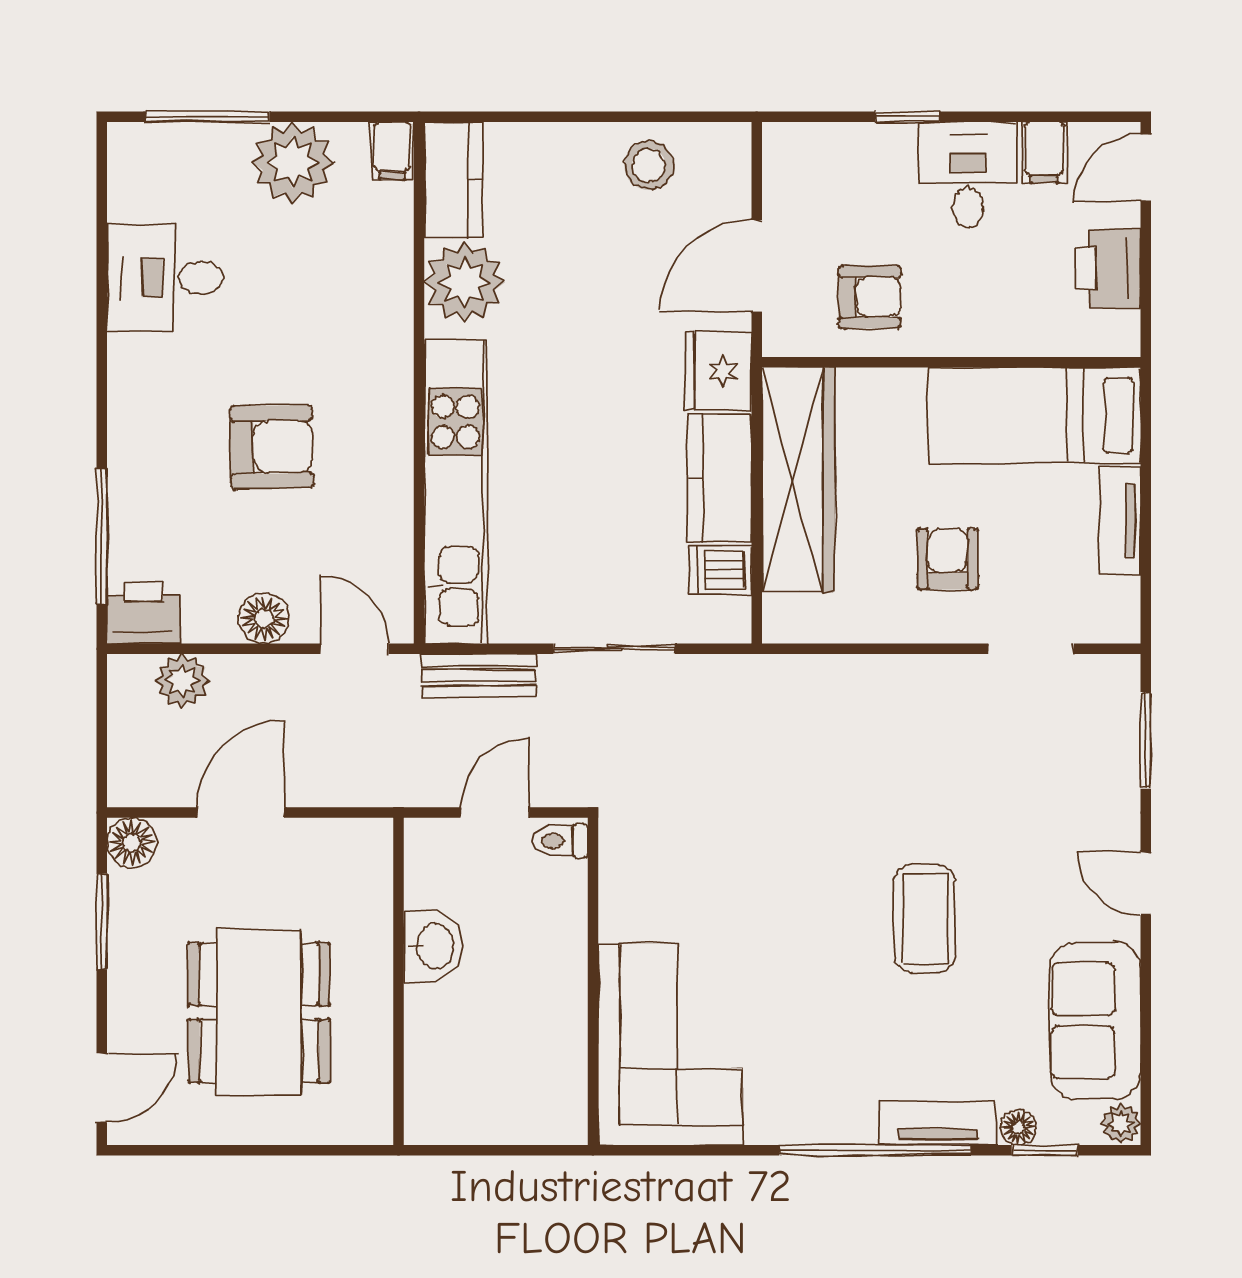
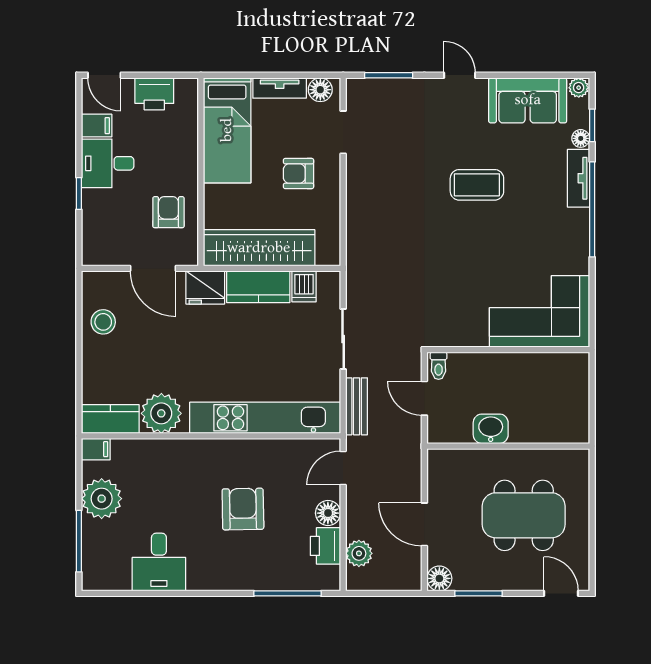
floor lamp: (1117, 603) -> (320, 90), added
printer: (144, 613) -> (325, 546), moved
door: (1146, 884) -> (460, 75), swing flipped

